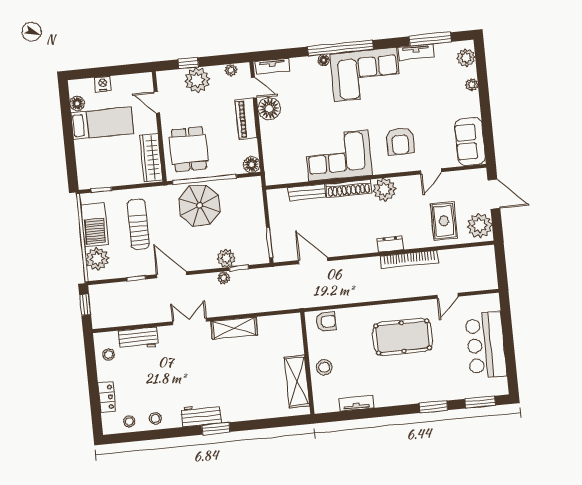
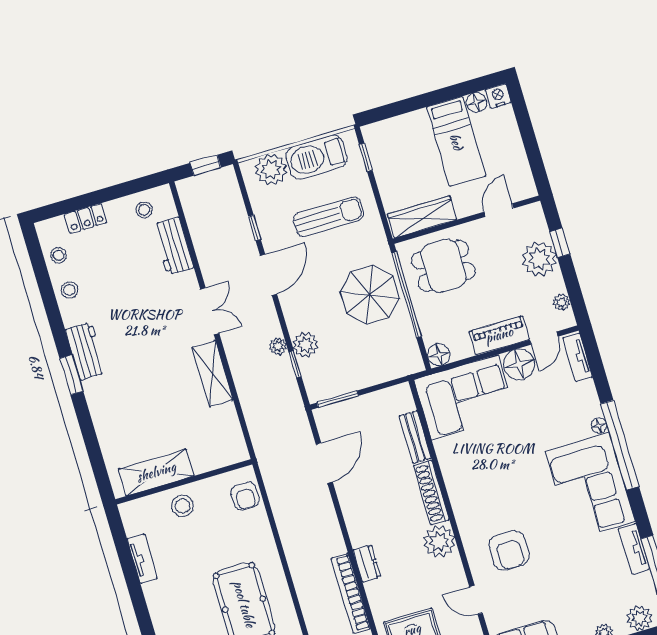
nightstand: (103, 84) -> (498, 96), moved, turned -90
armchair: (400, 141) -> (509, 550), turned -90
corner sofa: (338, 156) -> (465, 397), moved, turned 90

